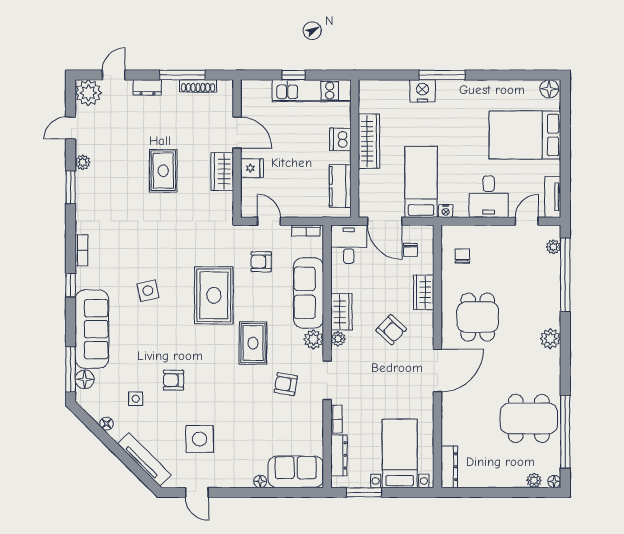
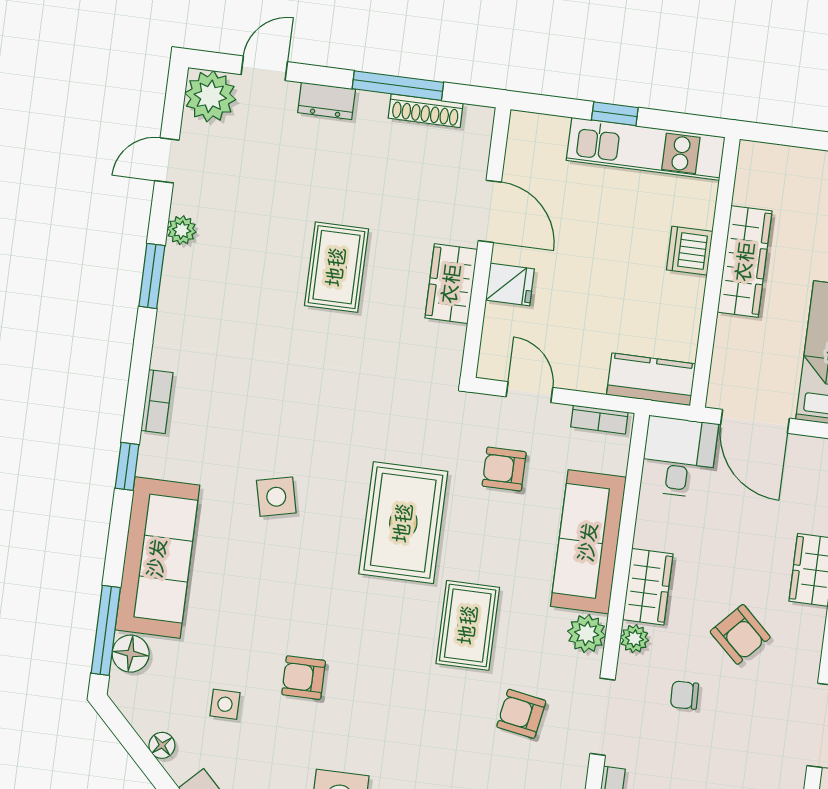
kitchen counter: (340, 186) -> (651, 379), moved, turned 90
chair: (411, 250) -> (685, 695), moved, turned 88

